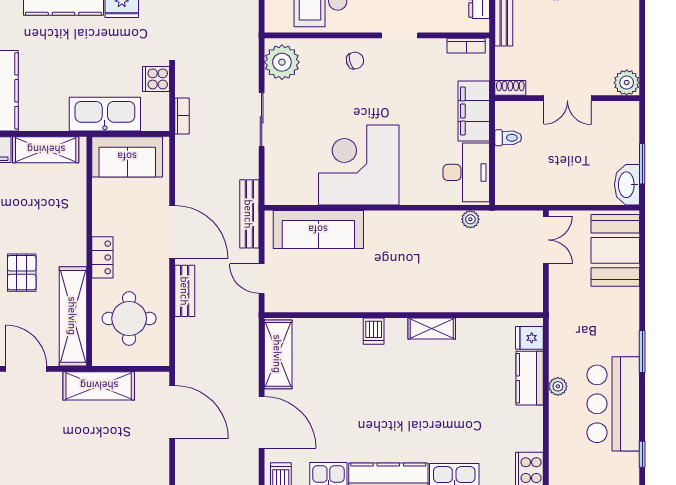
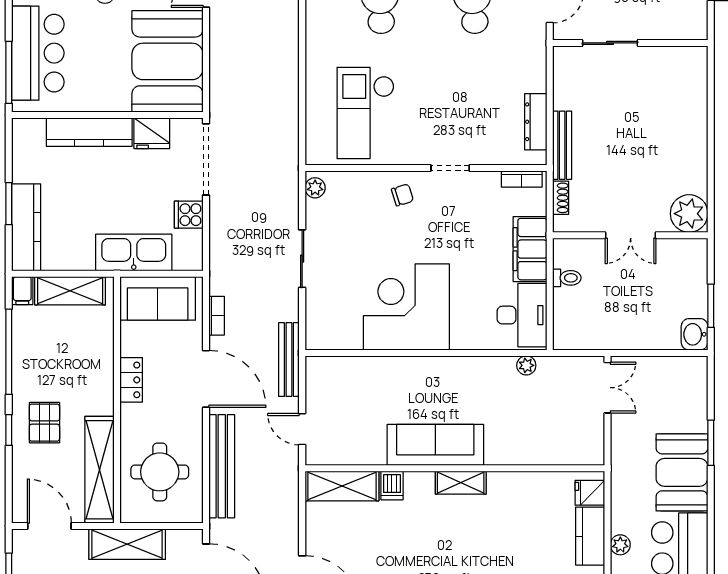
plant: (282, 62) -> (315, 188), width x0.53, depth x0.53
plant: (627, 83) -> (689, 214), width x1.36, depth x1.36
shoe rack: (510, 88) -> (561, 198), moved, turned 90
bookcase: (182, 116) -> (217, 316), moved
washbasin: (627, 185) -> (695, 334), width x0.72
sofa: (318, 230) -> (435, 445), moved, turned 180
booth: (615, 250) -> (682, 472), moved
locker: (102, 257) -> (131, 380), moved
bench: (185, 291) -> (222, 466), width x1.86, depth x1.21
shelving: (432, 328) -> (461, 483), moved
dishwasher: (374, 331) -> (392, 486), moved
window: (642, 351) -> (711, 443), moved
shelving: (278, 354) -> (342, 486), moved, turned 90

